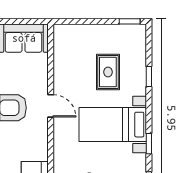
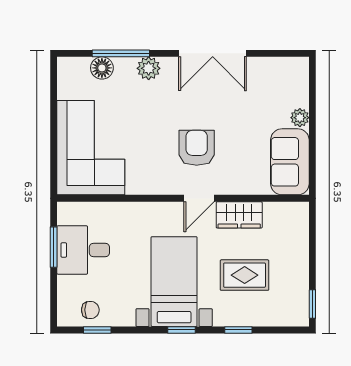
wardrobe: (63, 76) -> (239, 215), added
window: (149, 144) -> (182, 330), moved

